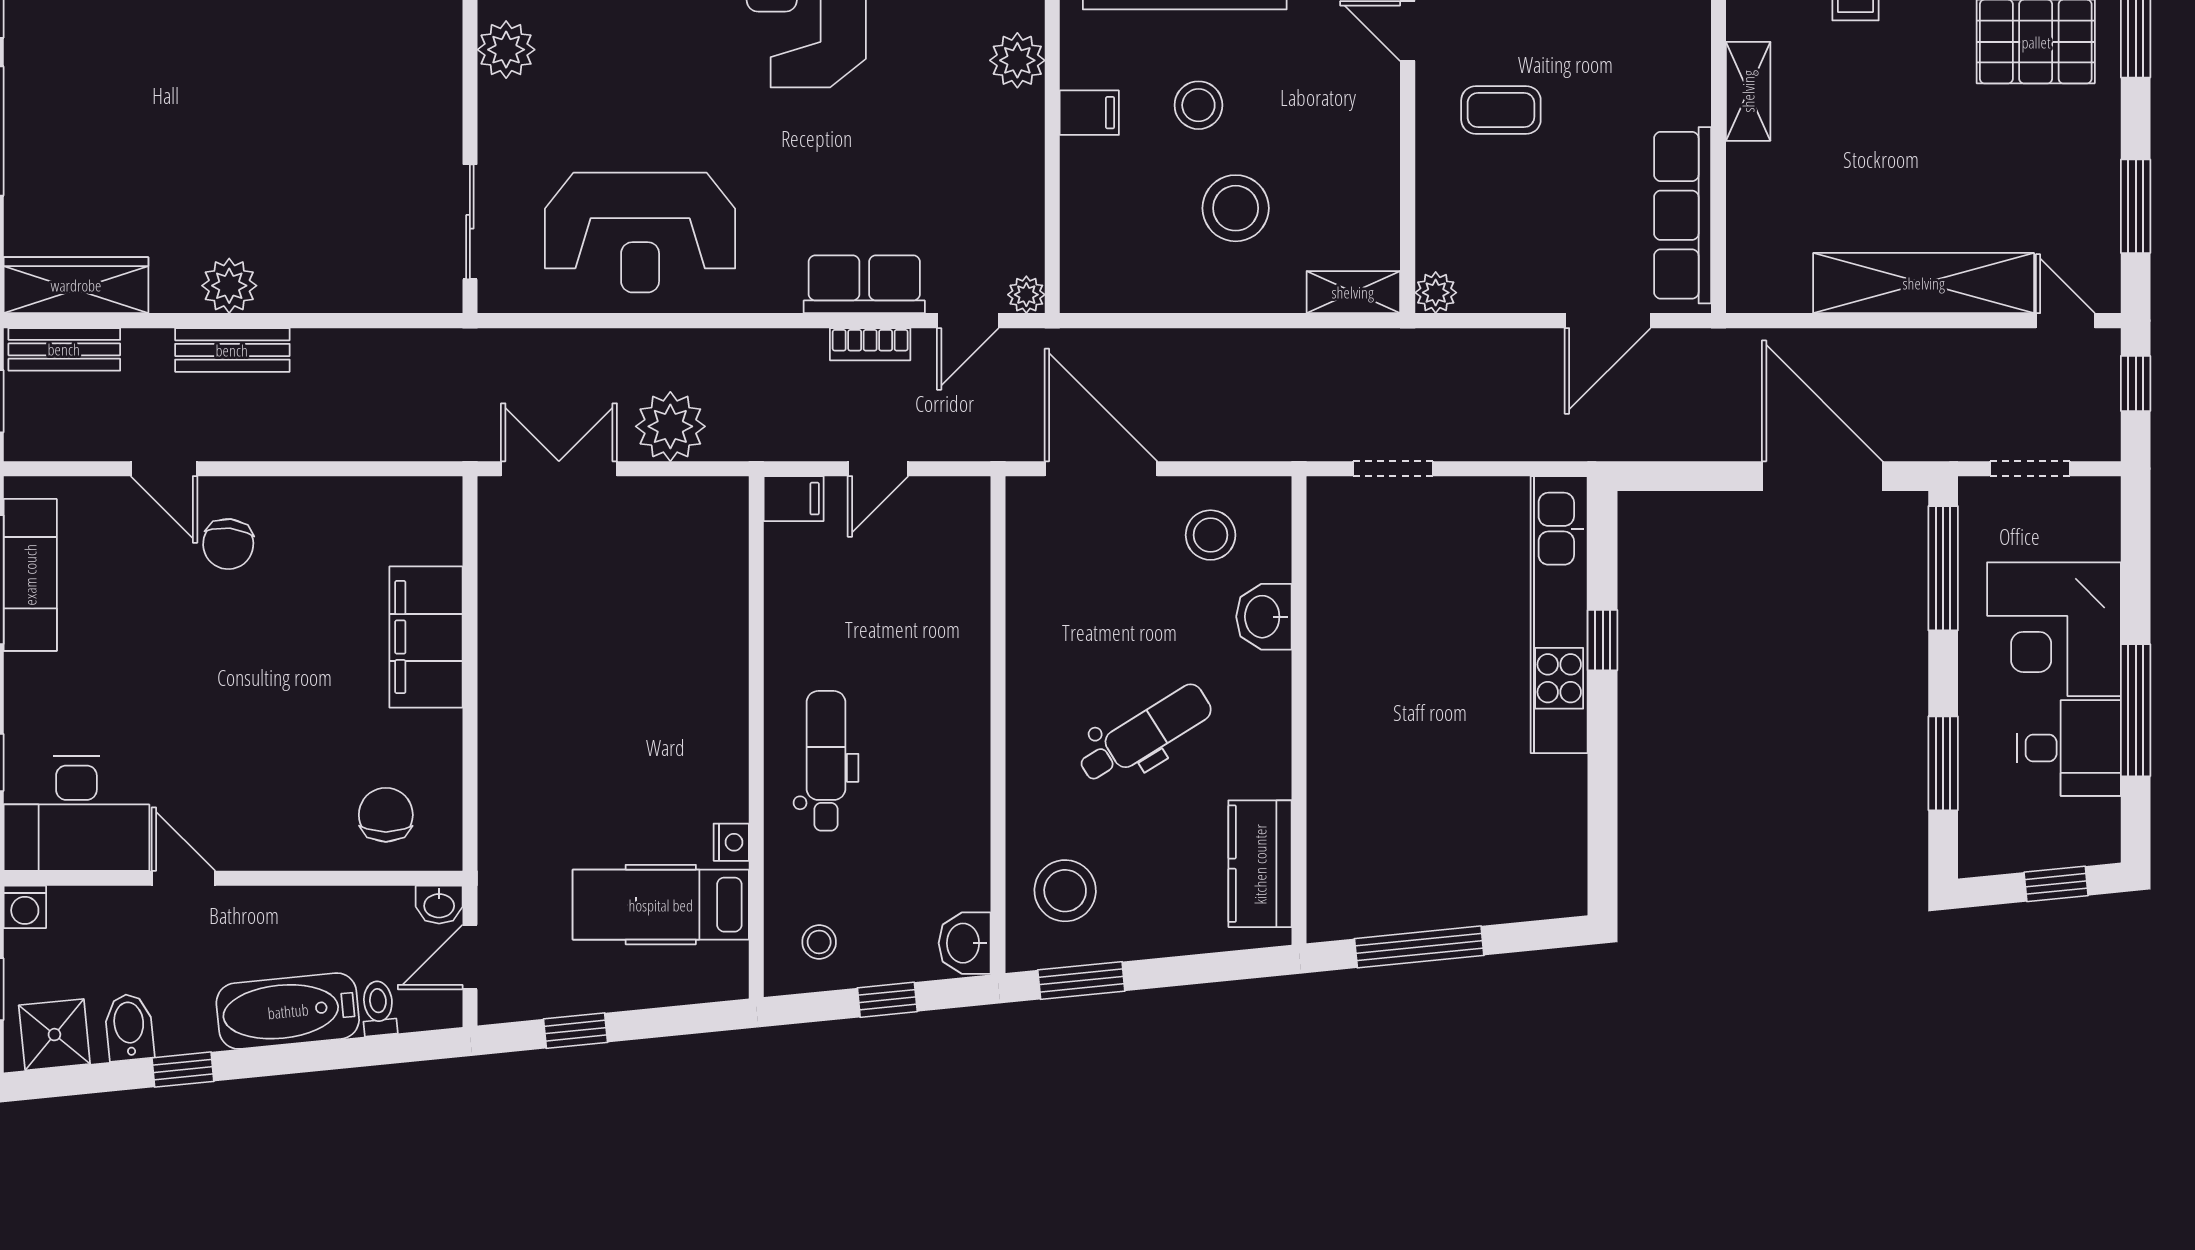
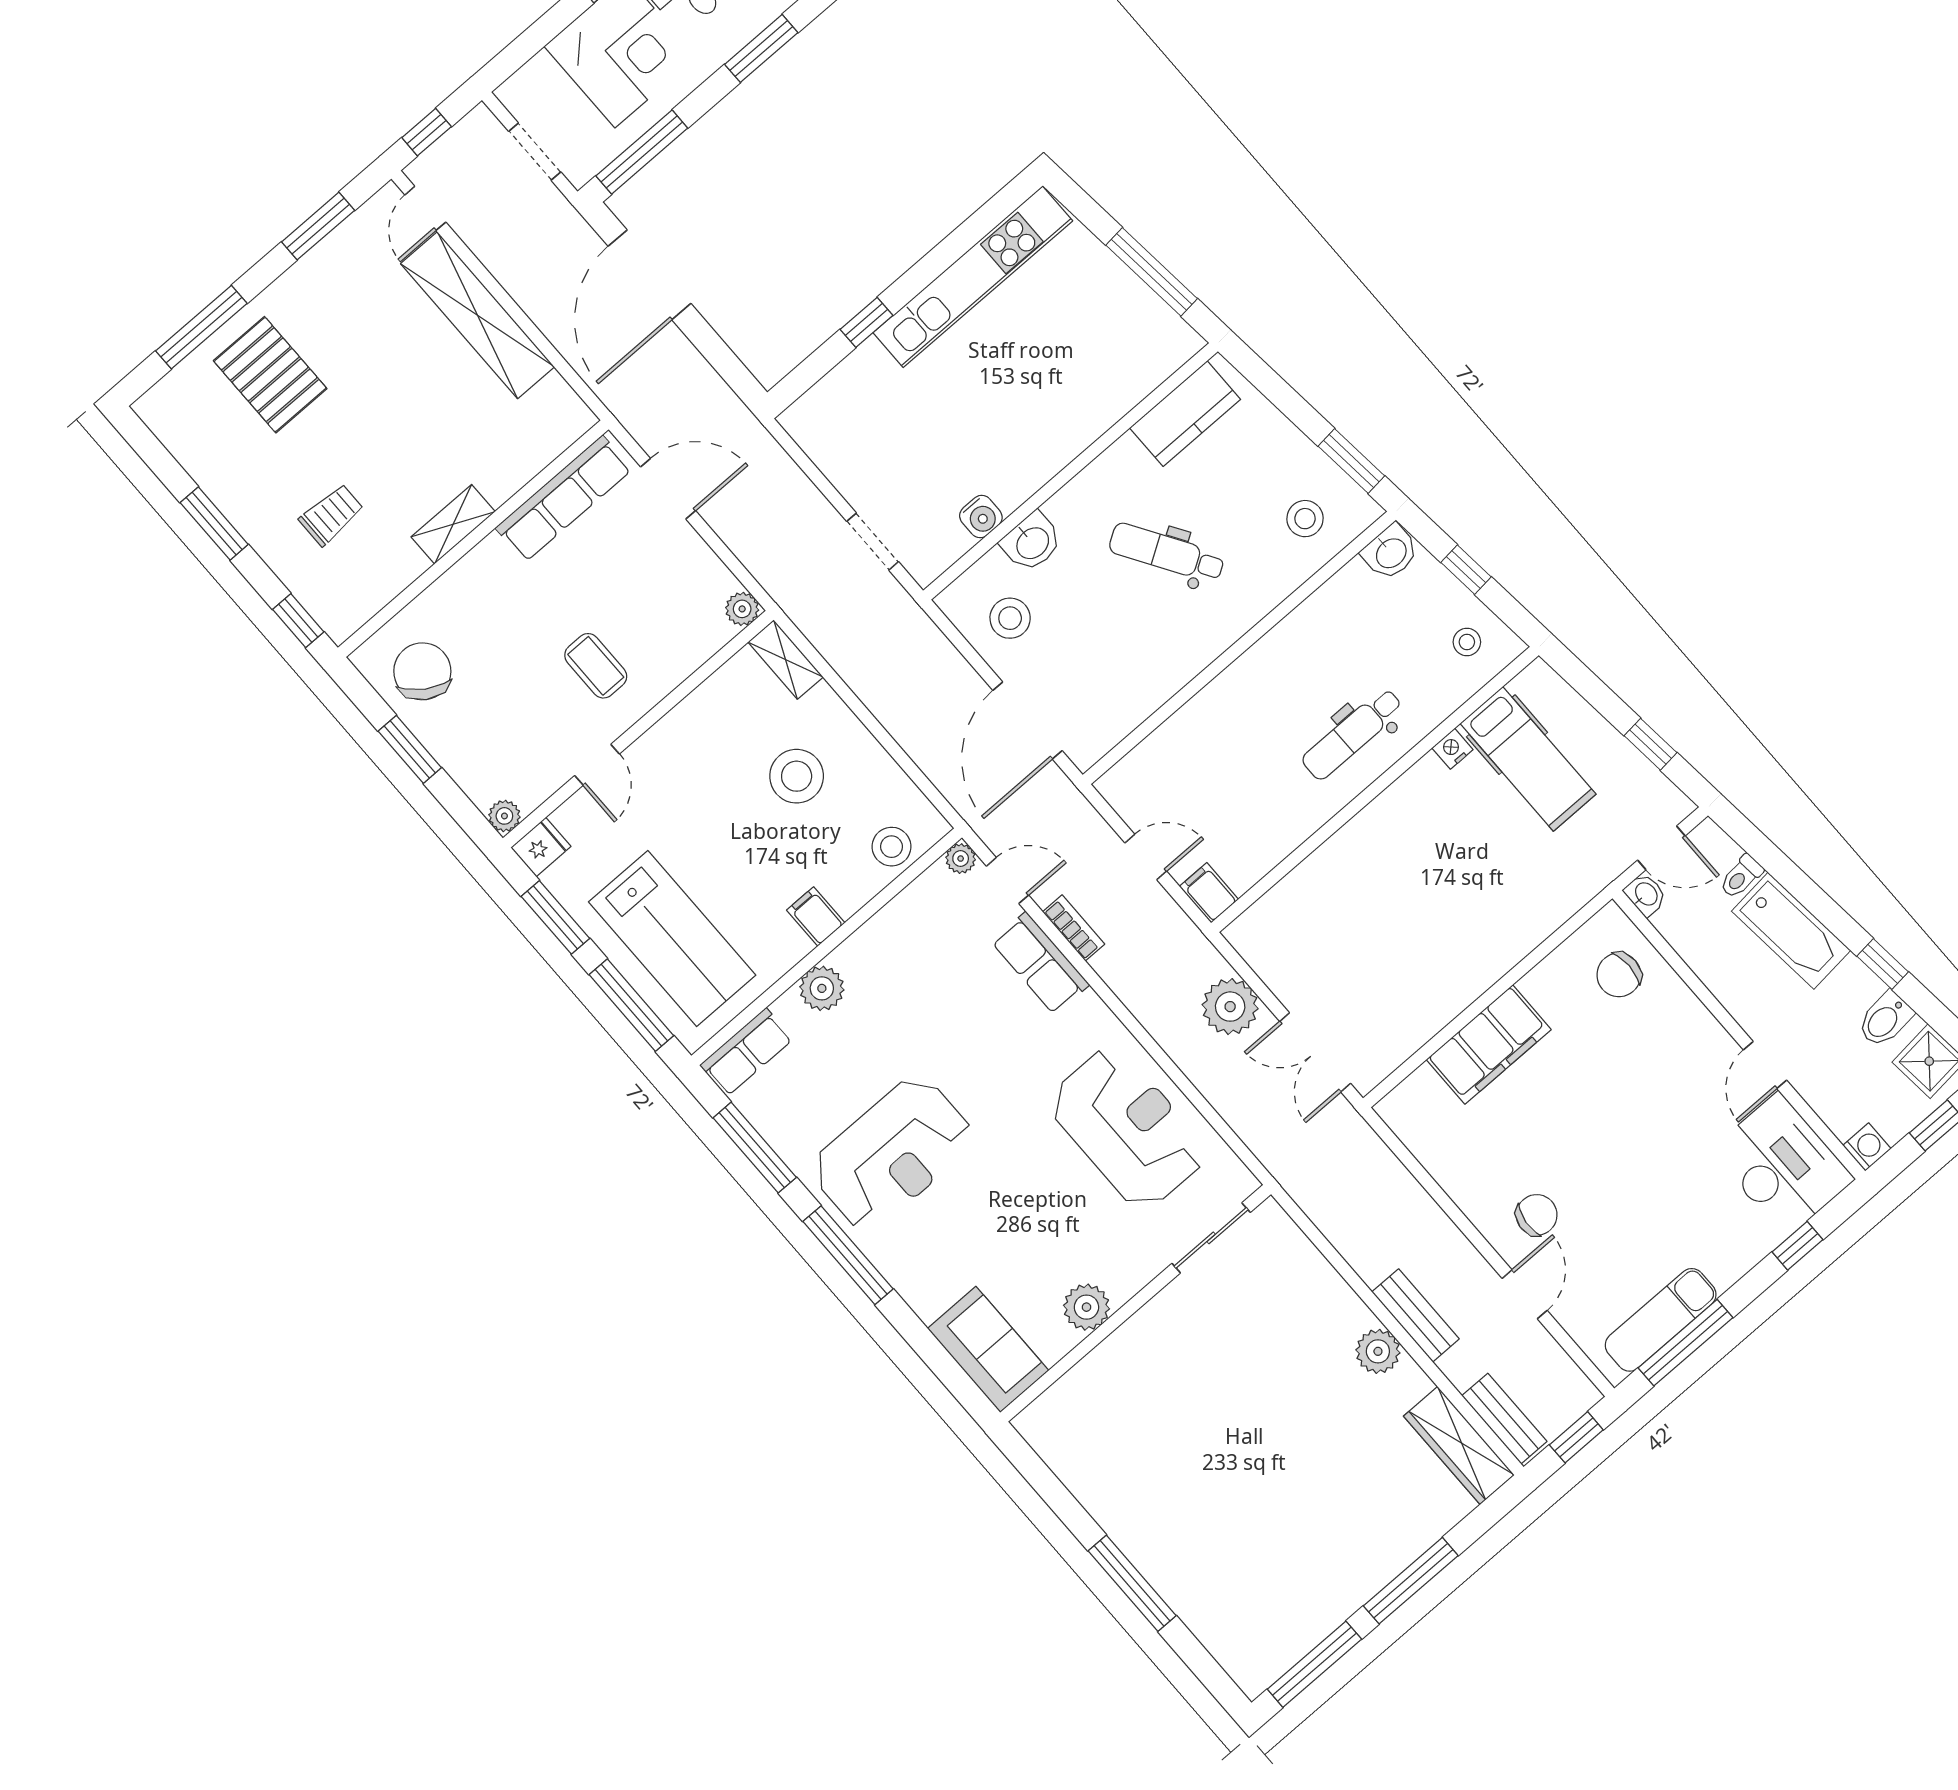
stool: (1198, 105) -> (892, 847), moved
water cooler: (1329, 590) -> (981, 517), added
kitchen unit: (1559, 615) -> (973, 277), moved
stool: (1065, 891) -> (1305, 519), width x0.73, depth x0.73

